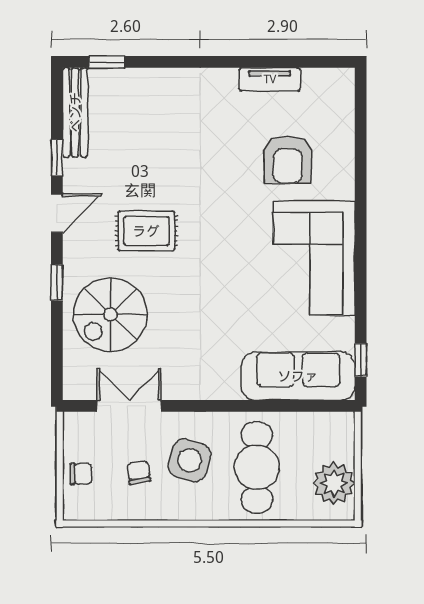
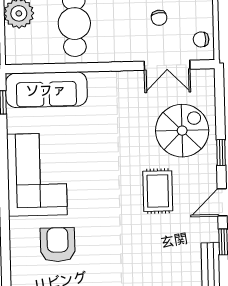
rug: (146, 231) -> (158, 191), turned 90
side table: (190, 460) -> (123, 27), removed
chair: (81, 474) -> (201, 39), moved

